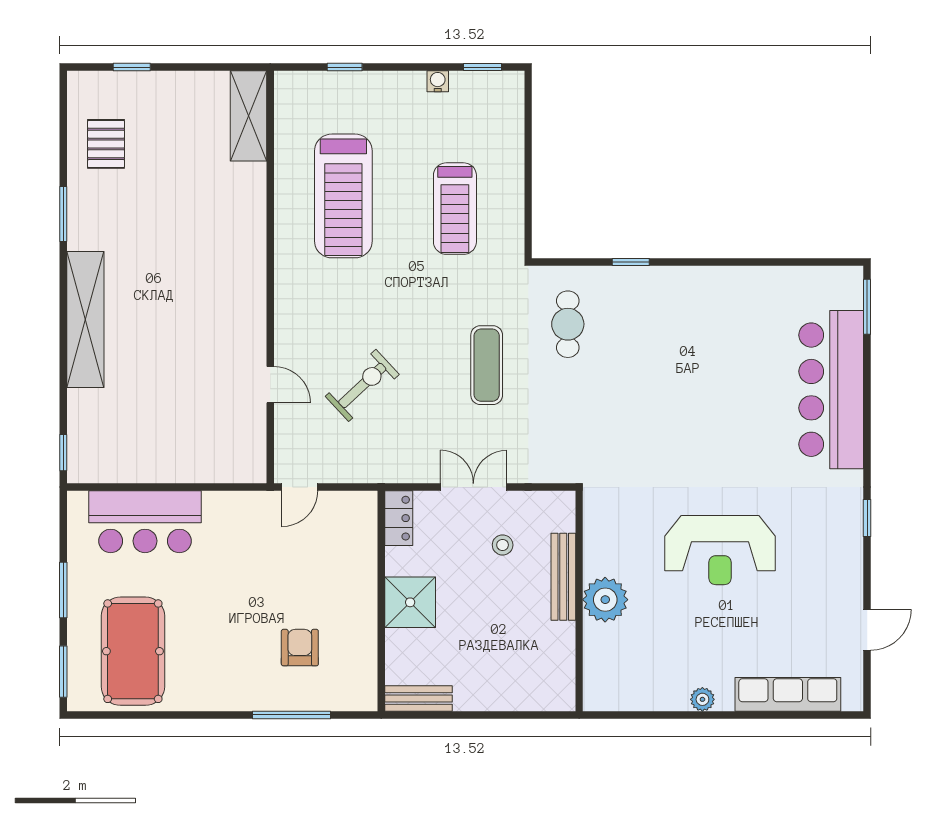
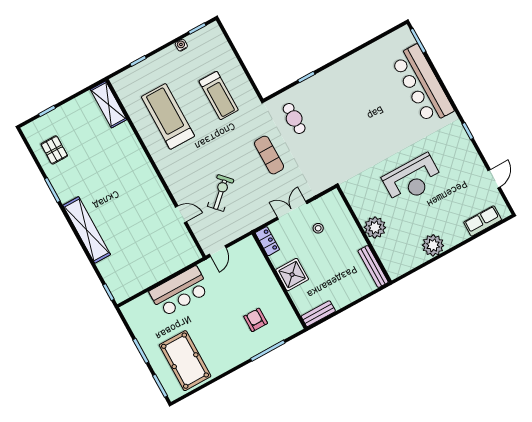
treadmill: (343, 196) -> (168, 116), turned 180
bar counter: (145, 522) -> (180, 291), moved
bench: (563, 577) -> (373, 267), moved
row of seats: (788, 694) -> (483, 221), width x0.68
plant: (702, 699) -> (433, 245), width x1.88, depth x1.88

